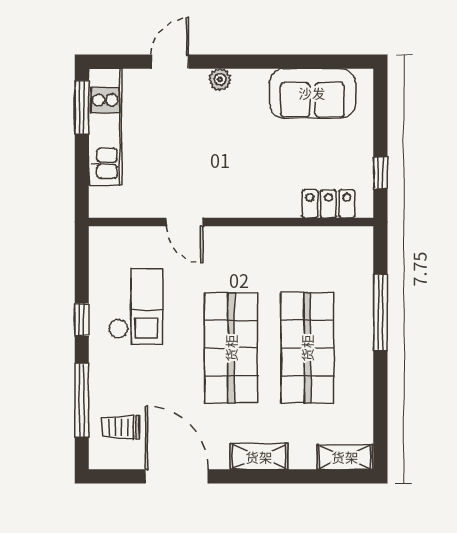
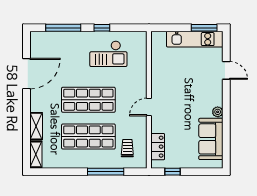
plant: (220, 80) -> (218, 112), moved
door: (184, 222) -> (149, 107), moved
trolley: (121, 427) -> (127, 148), moved
shelving: (259, 457) -> (36, 126), moved

